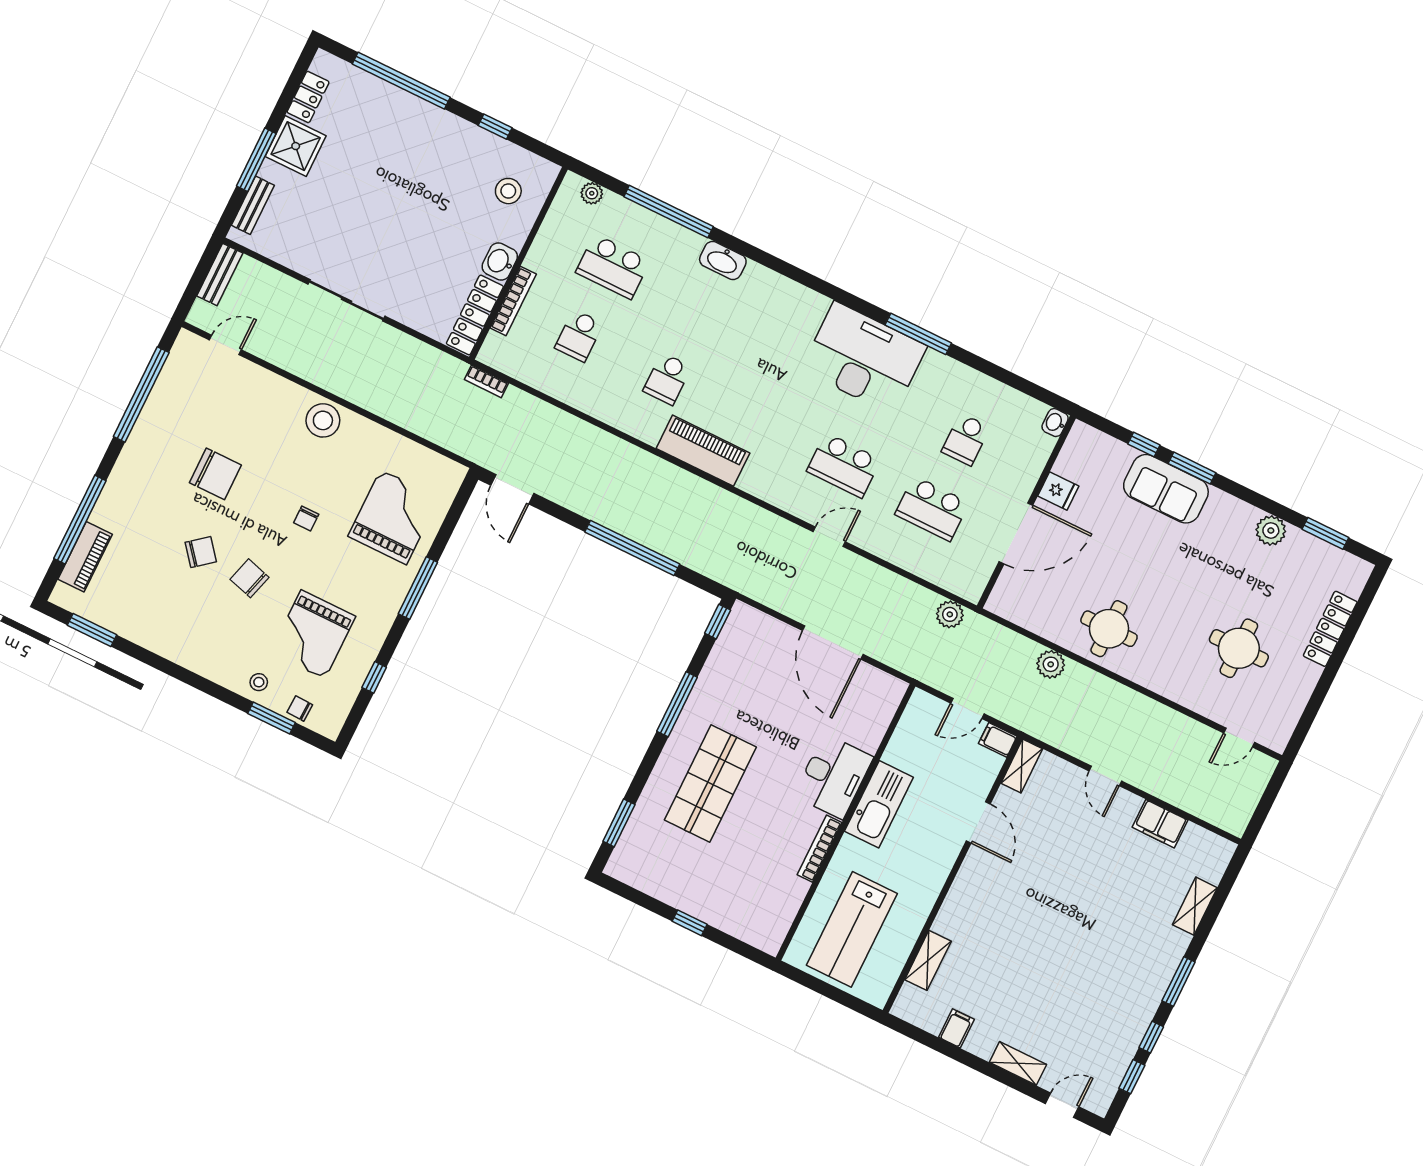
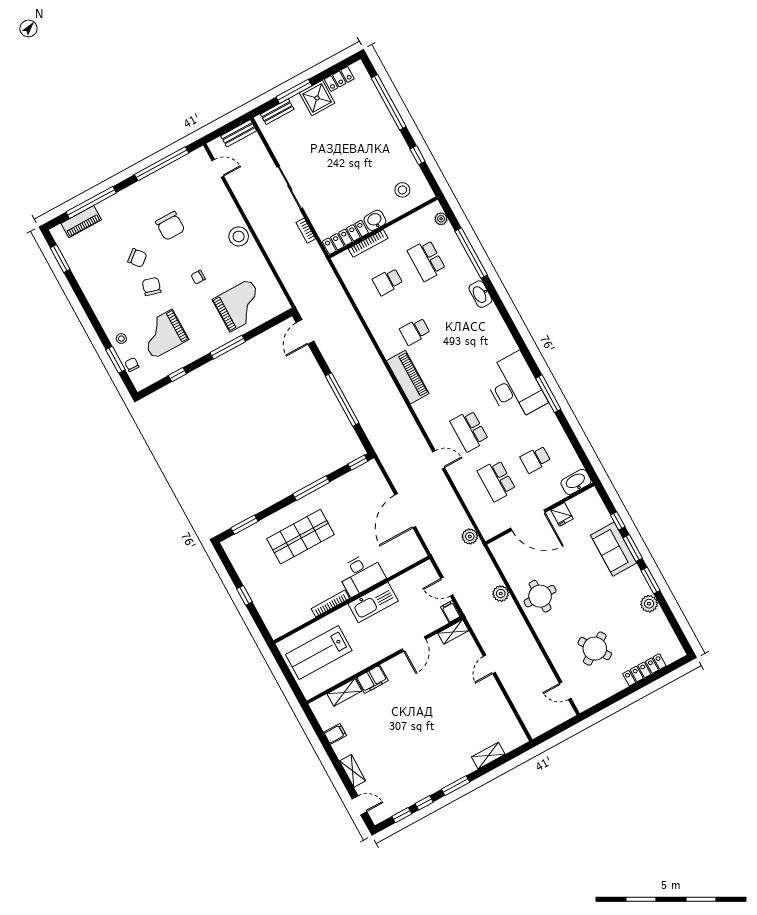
bookcase: (486, 381) -> (306, 231), moved
washbasin: (1055, 423) -> (576, 482), width x1.91, depth x1.45
window: (1325, 533) -> (650, 581), moved
round table: (1239, 648) -> (595, 649), turned -33
filing cabinet: (1160, 824) -> (372, 679), moved, turned -90

